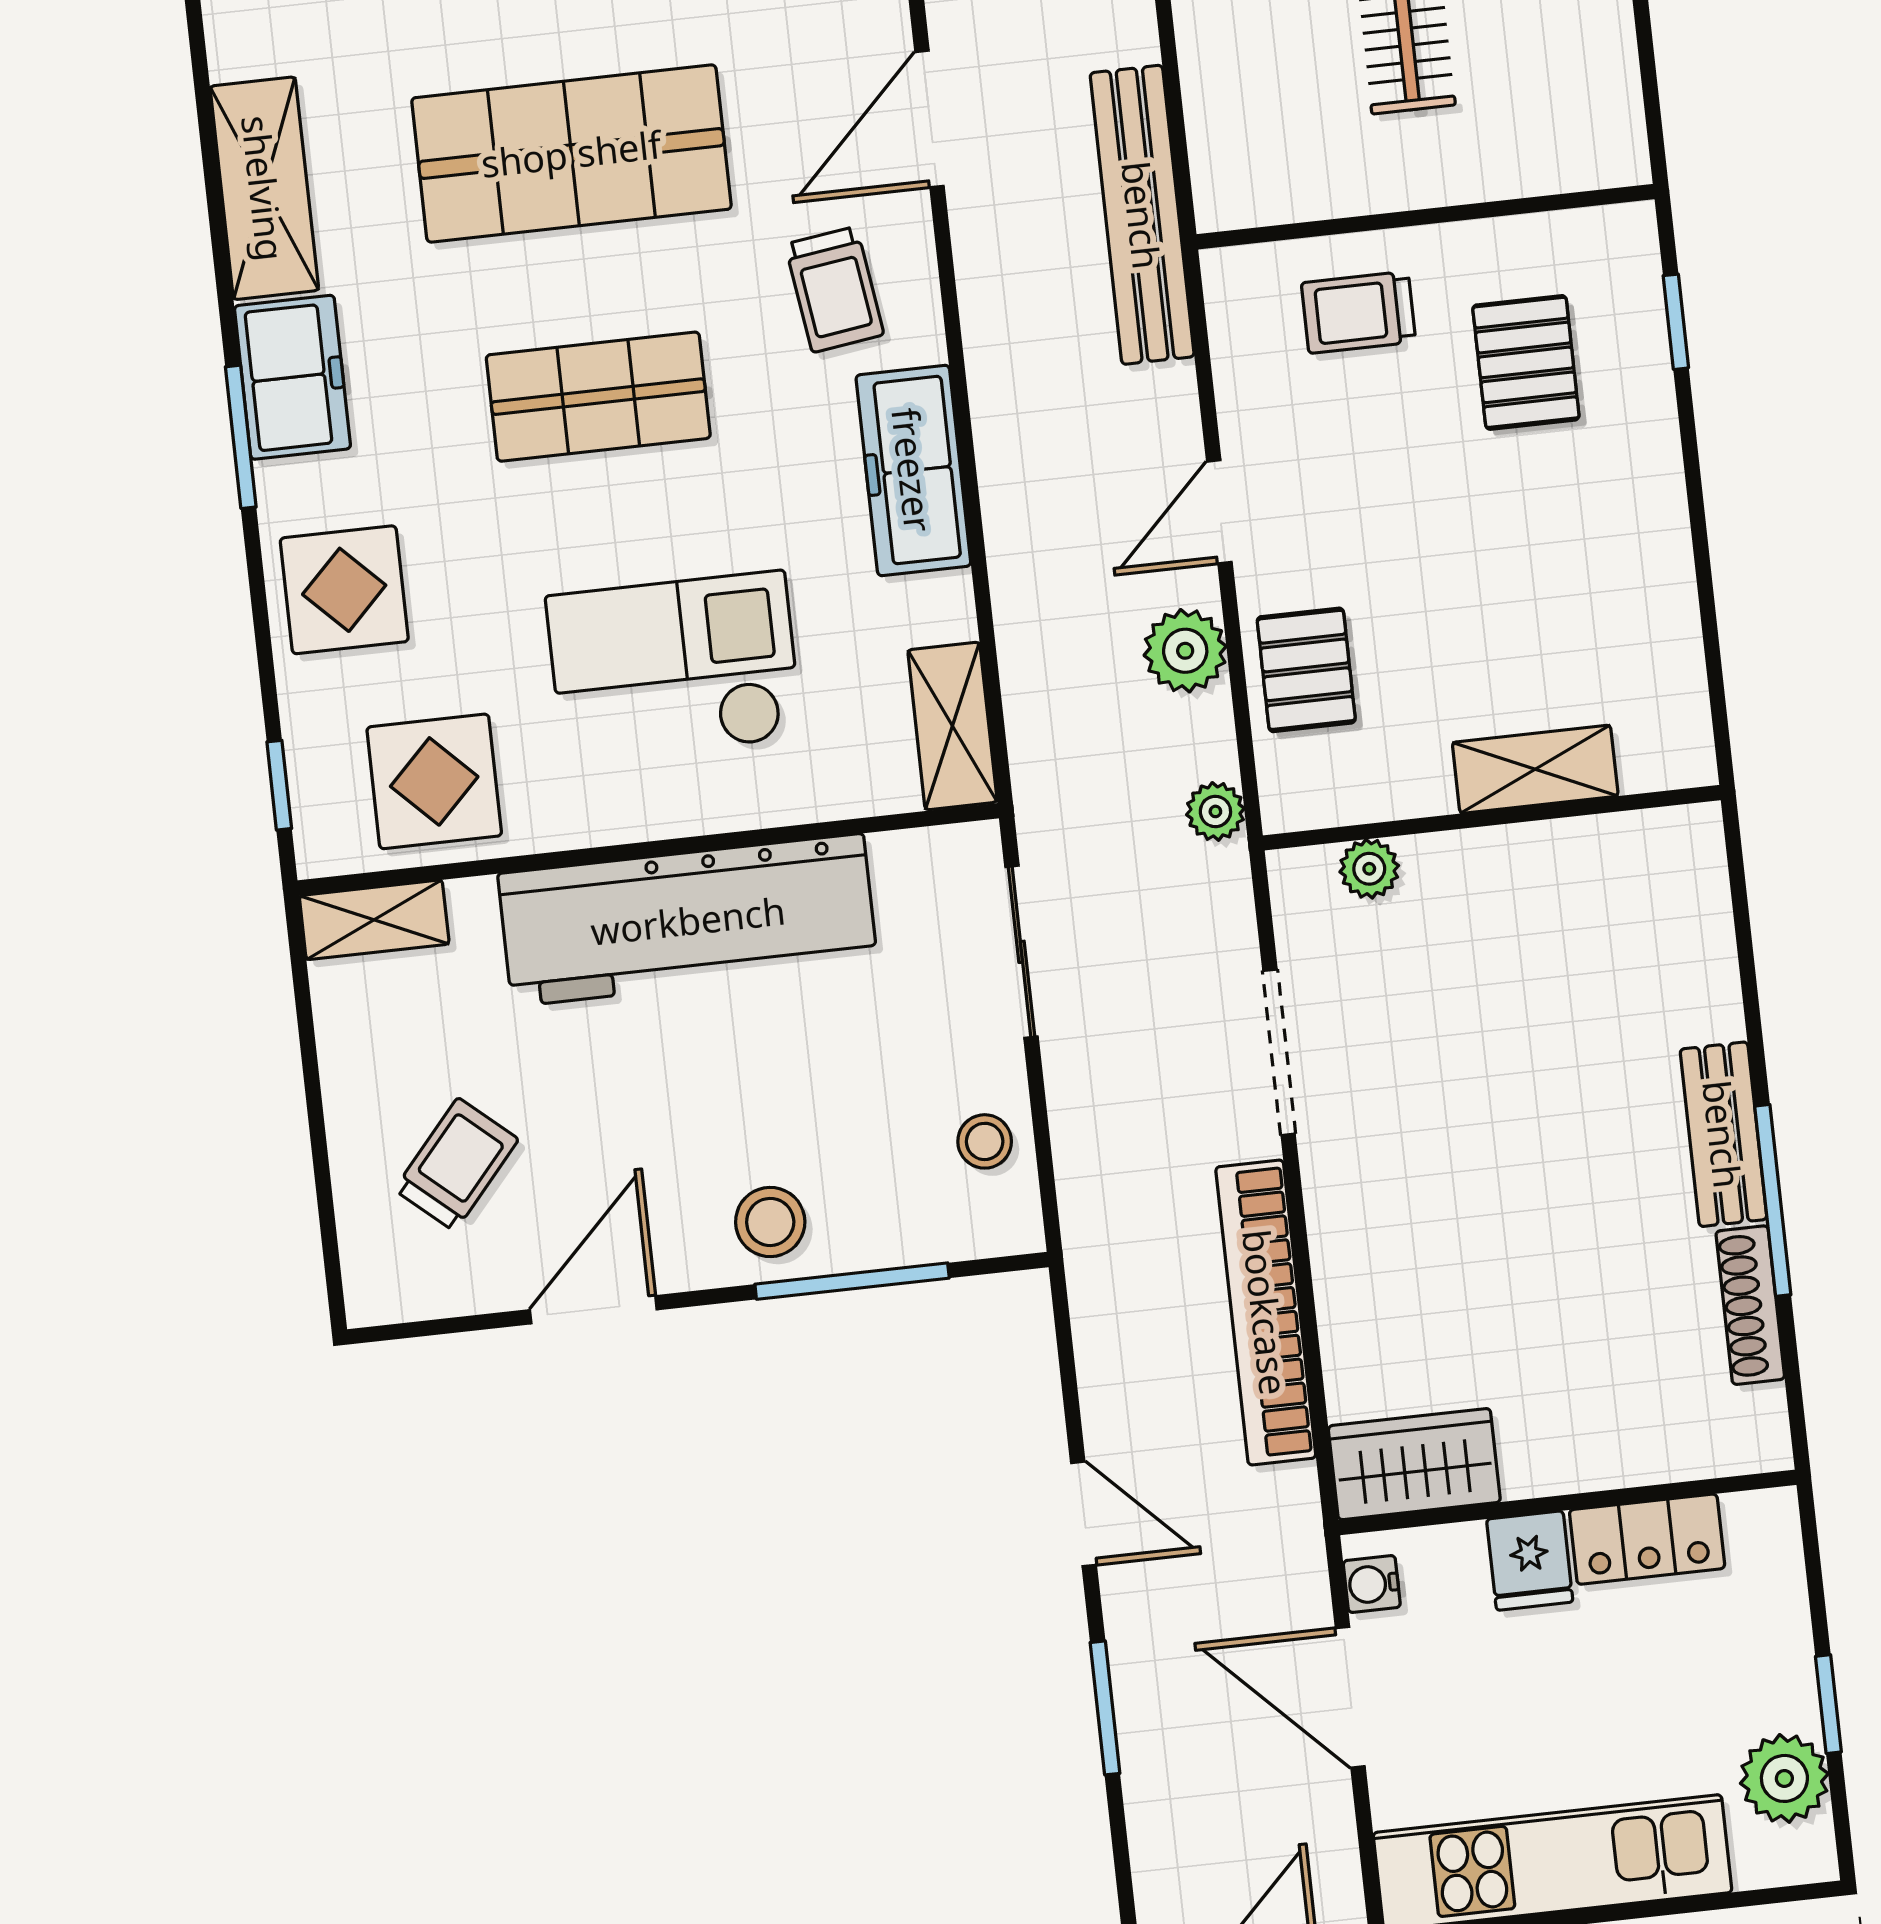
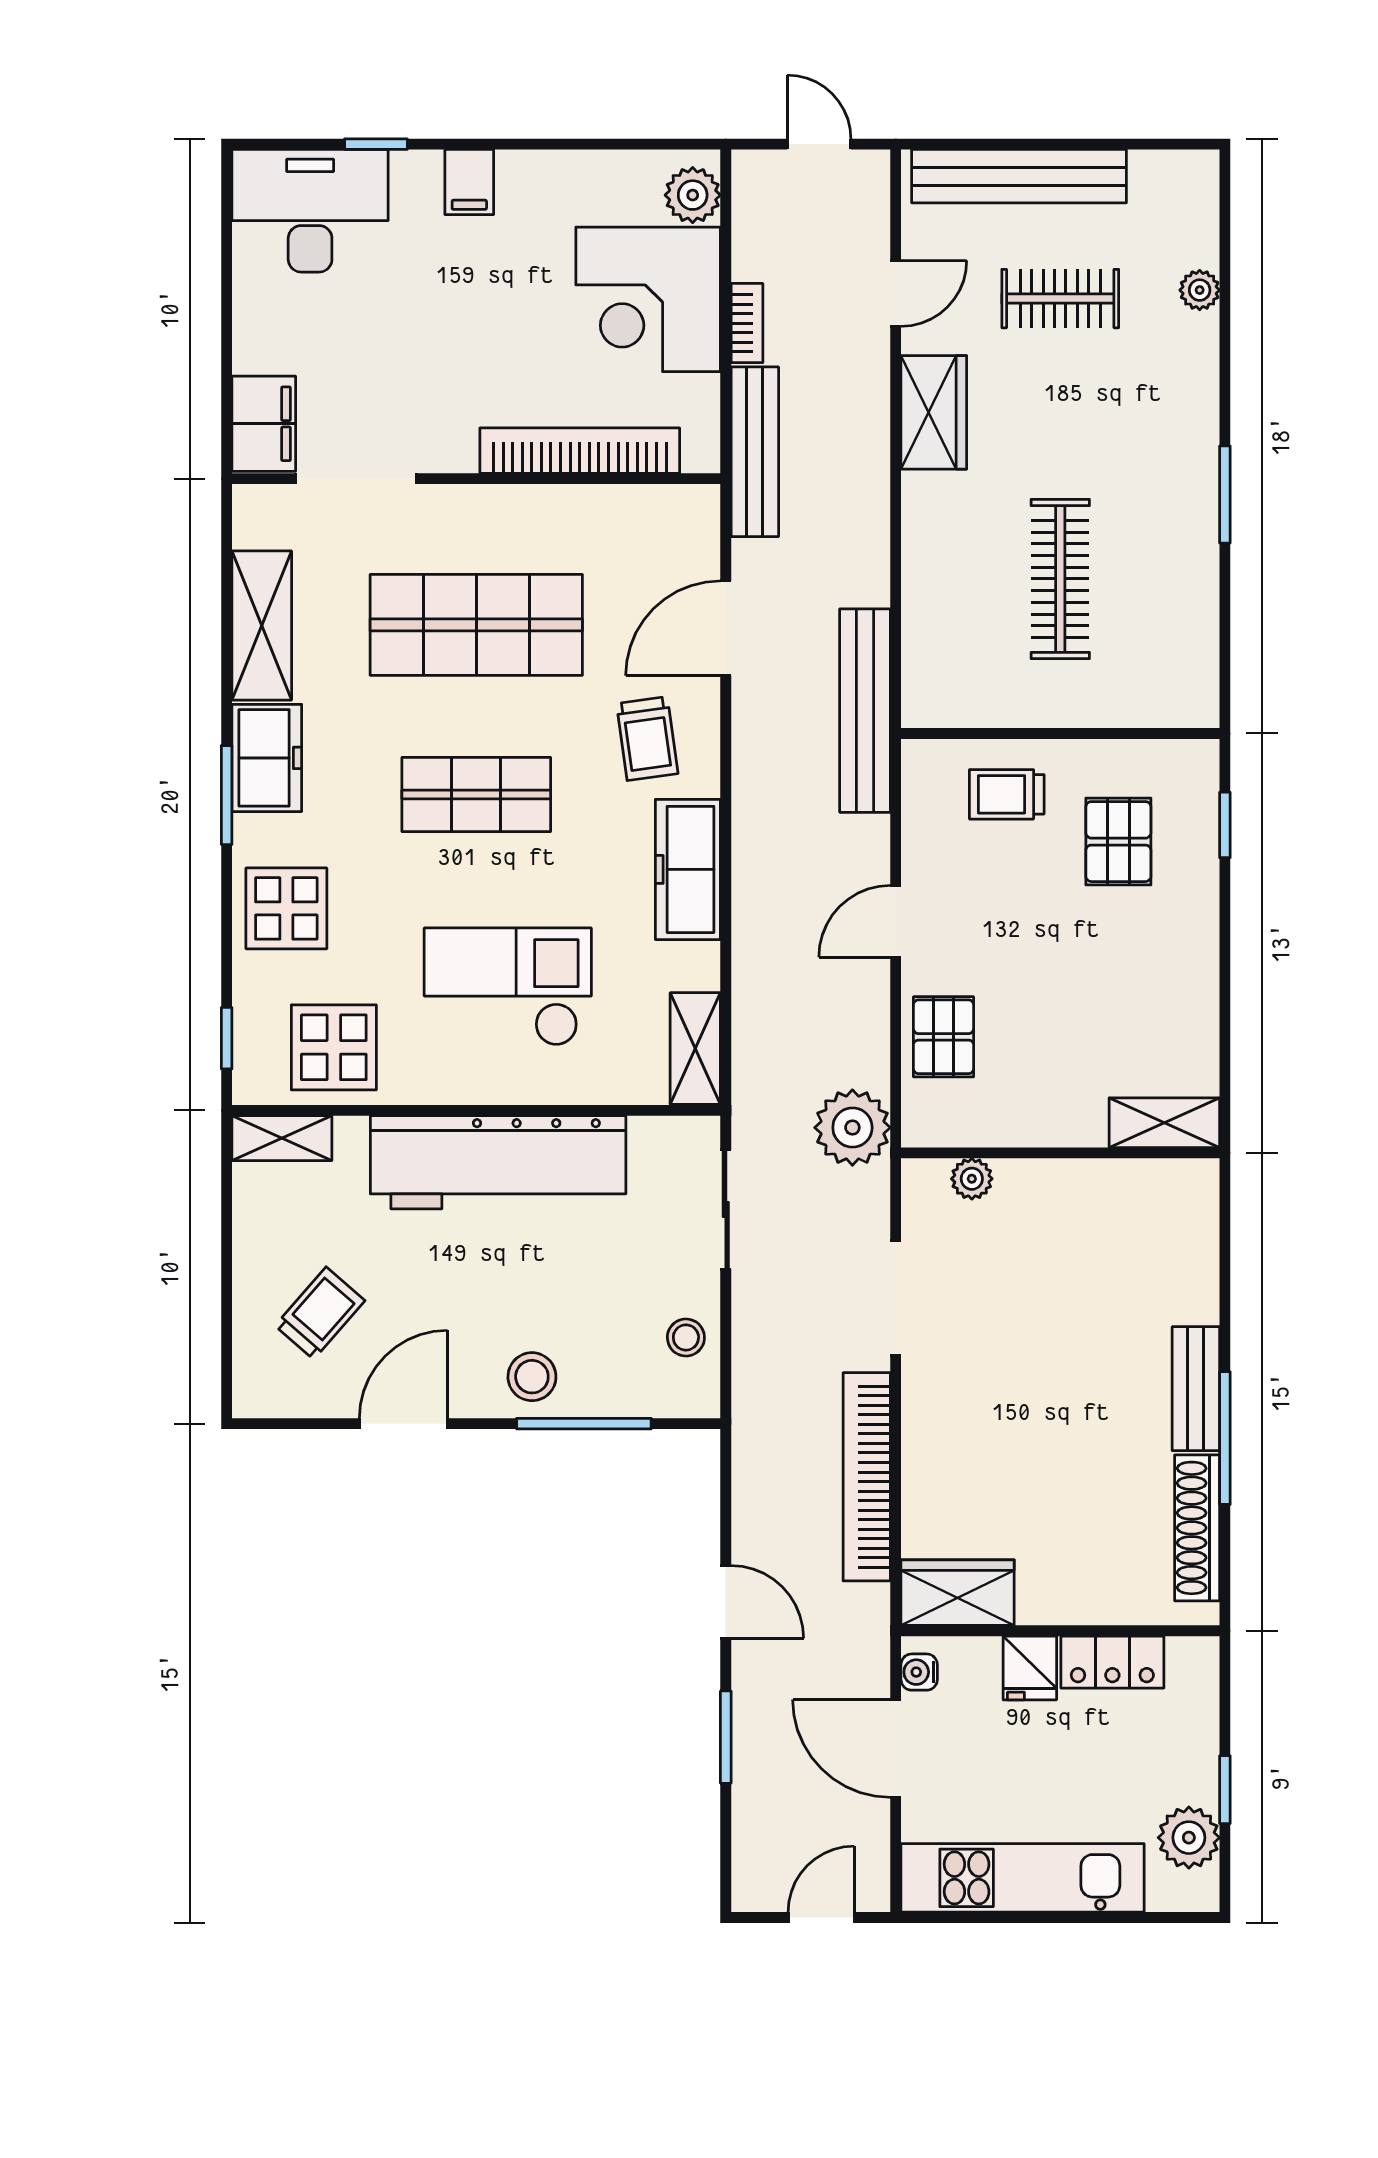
plant: (1185, 651) -> (862, 1014), removed
shelving: (1535, 769) -> (1164, 1123), moved
plant: (1215, 811) -> (852, 1128), width x1.88, depth x1.88
shoe rack: (1750, 1305) -> (1197, 1528), width x1.36, depth x1.24

